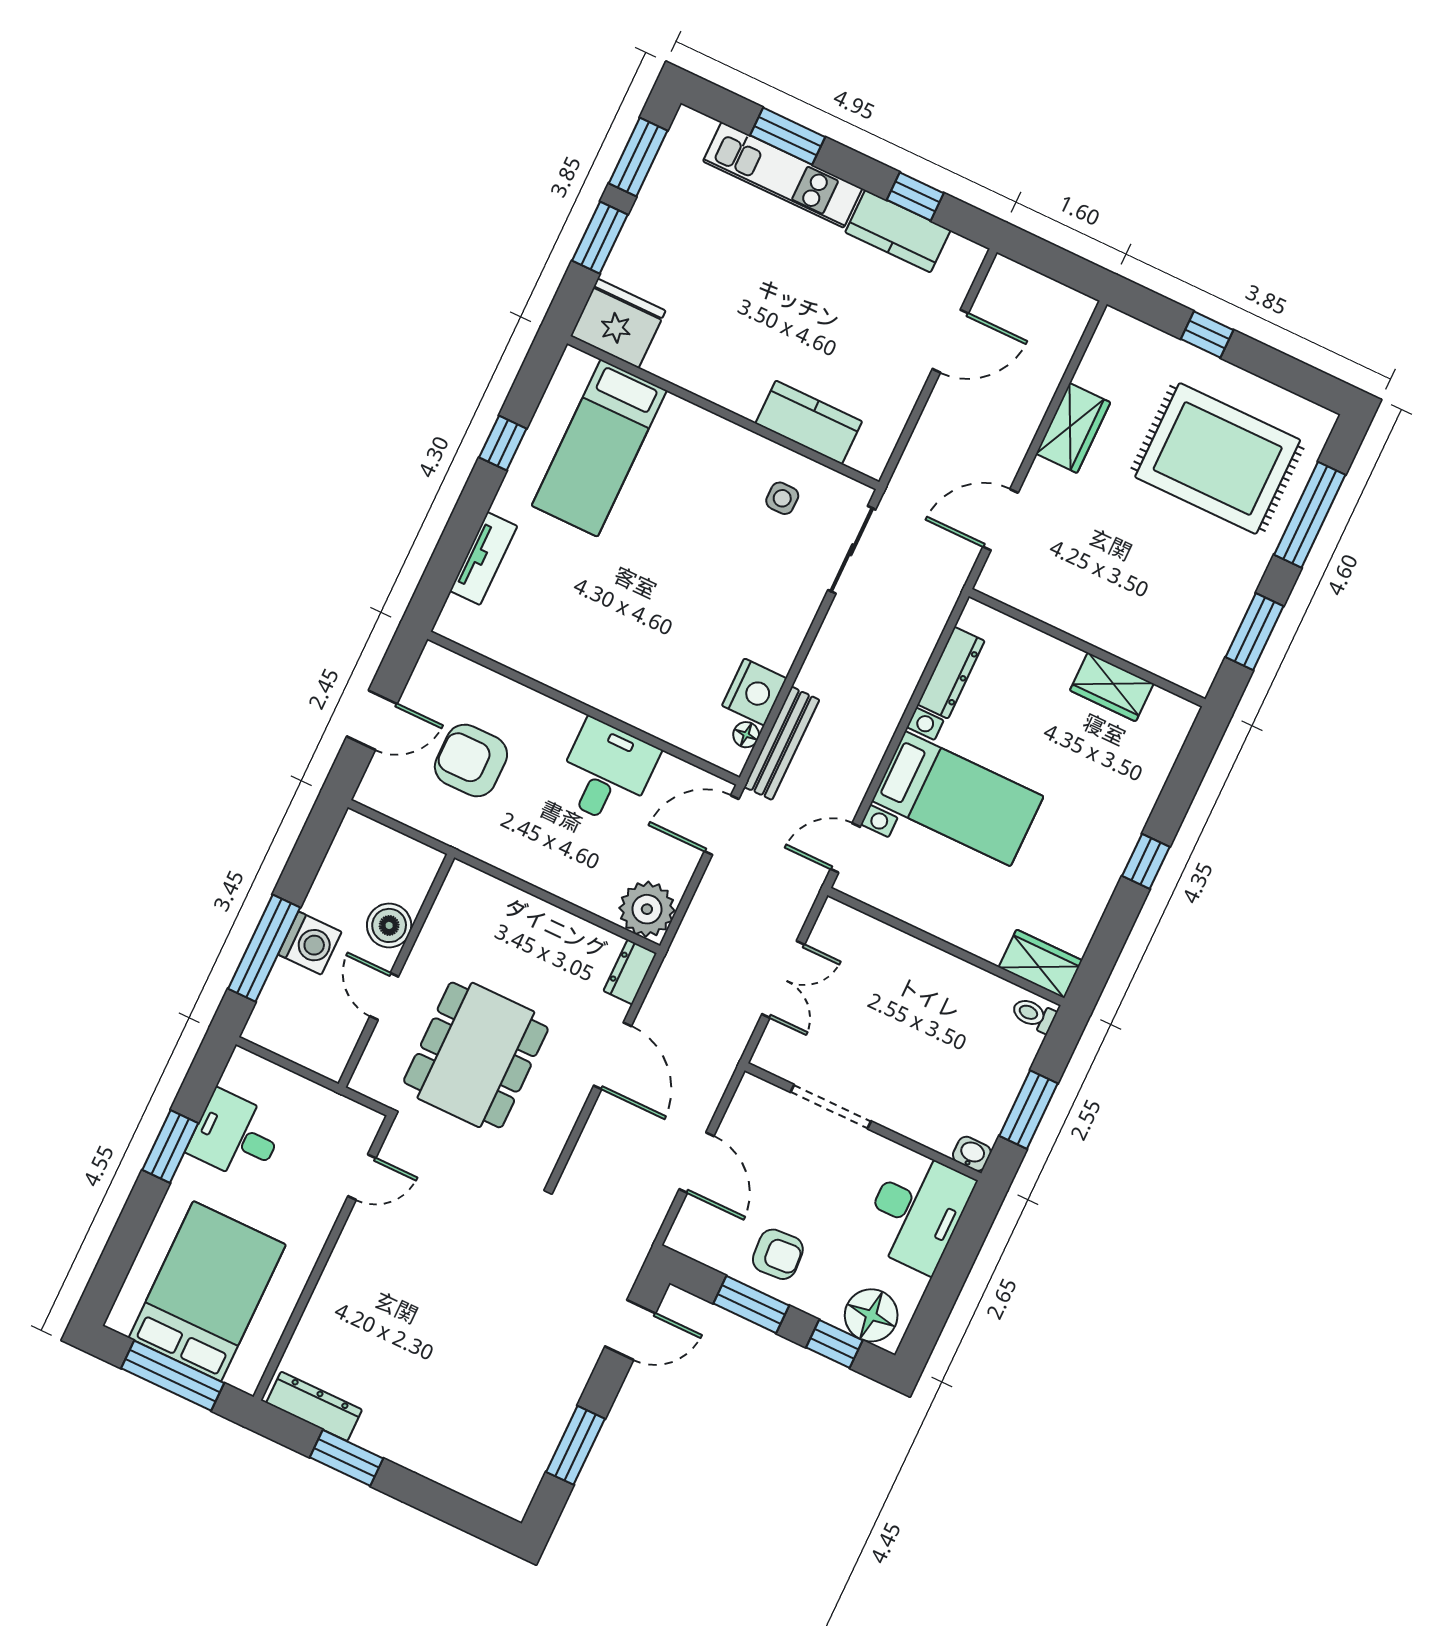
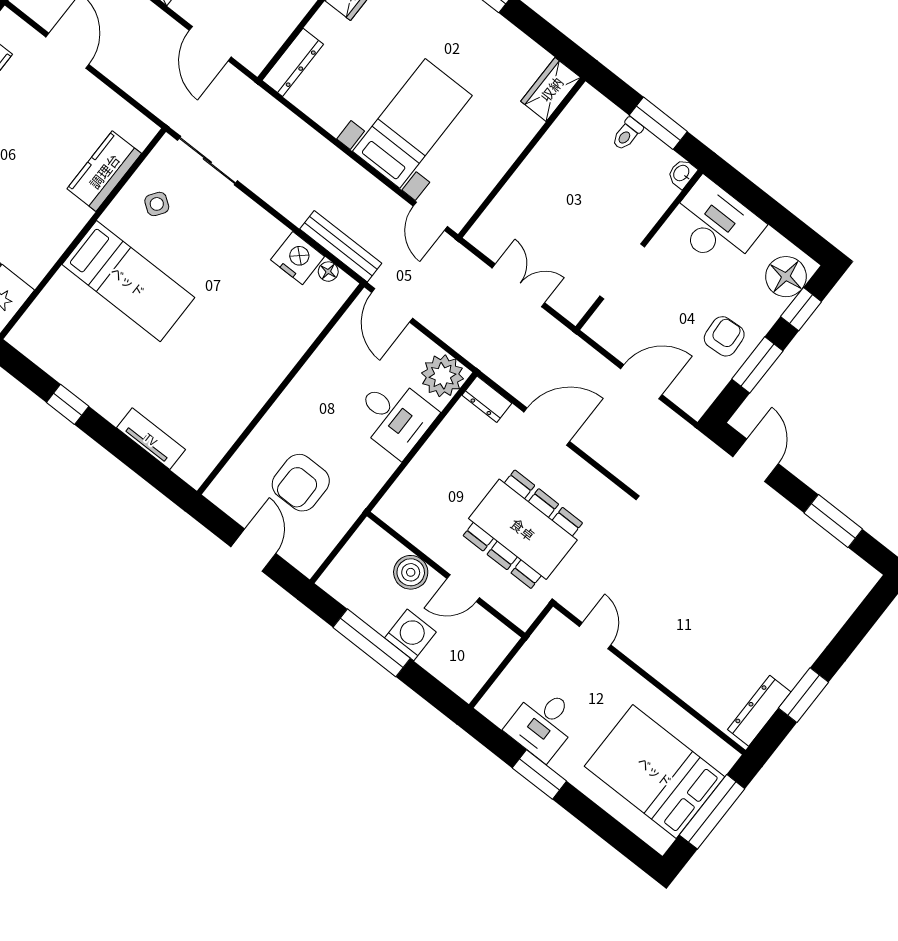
bed: (599, 448) -> (128, 281), moved
side table: (782, 498) -> (157, 204), turned 36
dresser: (951, 673) -> (293, 62), moved, turned 90
desk: (607, 772) -> (394, 416), moved, turned 180
window: (264, 948) -> (372, 643), moved
toilet: (1034, 1015) -> (627, 134), moved

